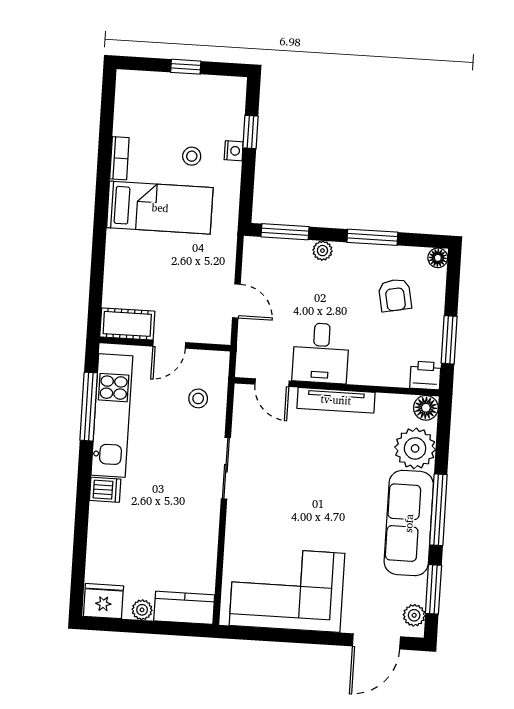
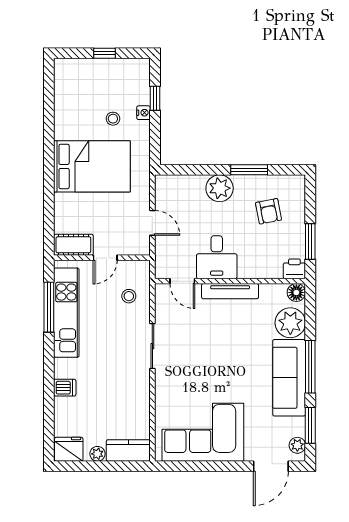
bookcase: (119, 158) -> (60, 124), removed
bed: (160, 208) -> (92, 166), width x1.50
window: (285, 232) -> (185, 170), removed
plant: (322, 251) -> (220, 188), width x1.87, depth x1.87
floor lamp: (438, 258) -> (298, 182), removed
dishwasher: (105, 490) -> (65, 388), moved

